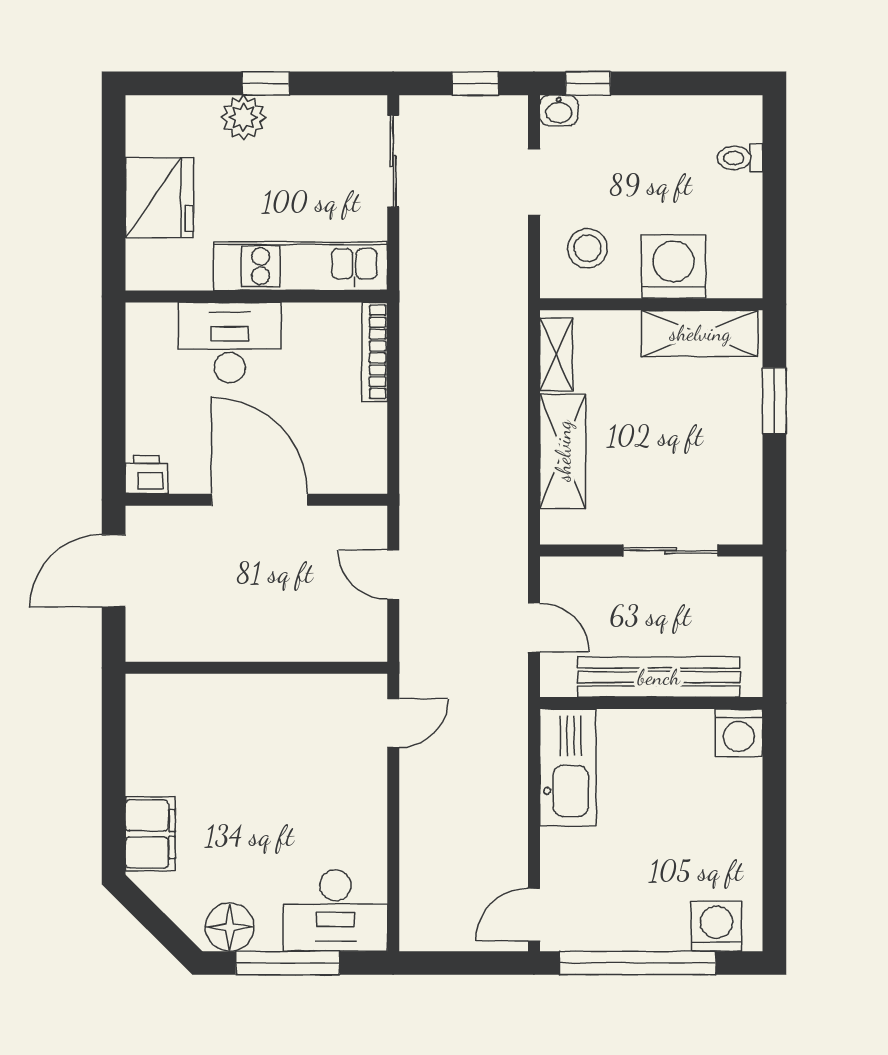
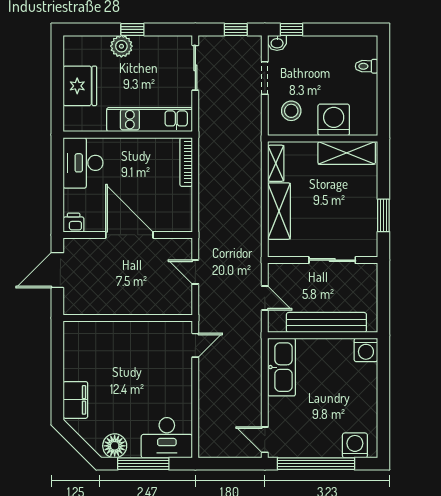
desk: (230, 343) -> (83, 163), moved, turned -90
window: (774, 401) -> (383, 215), moved
door: (534, 915) -> (265, 440), hinge flipped

